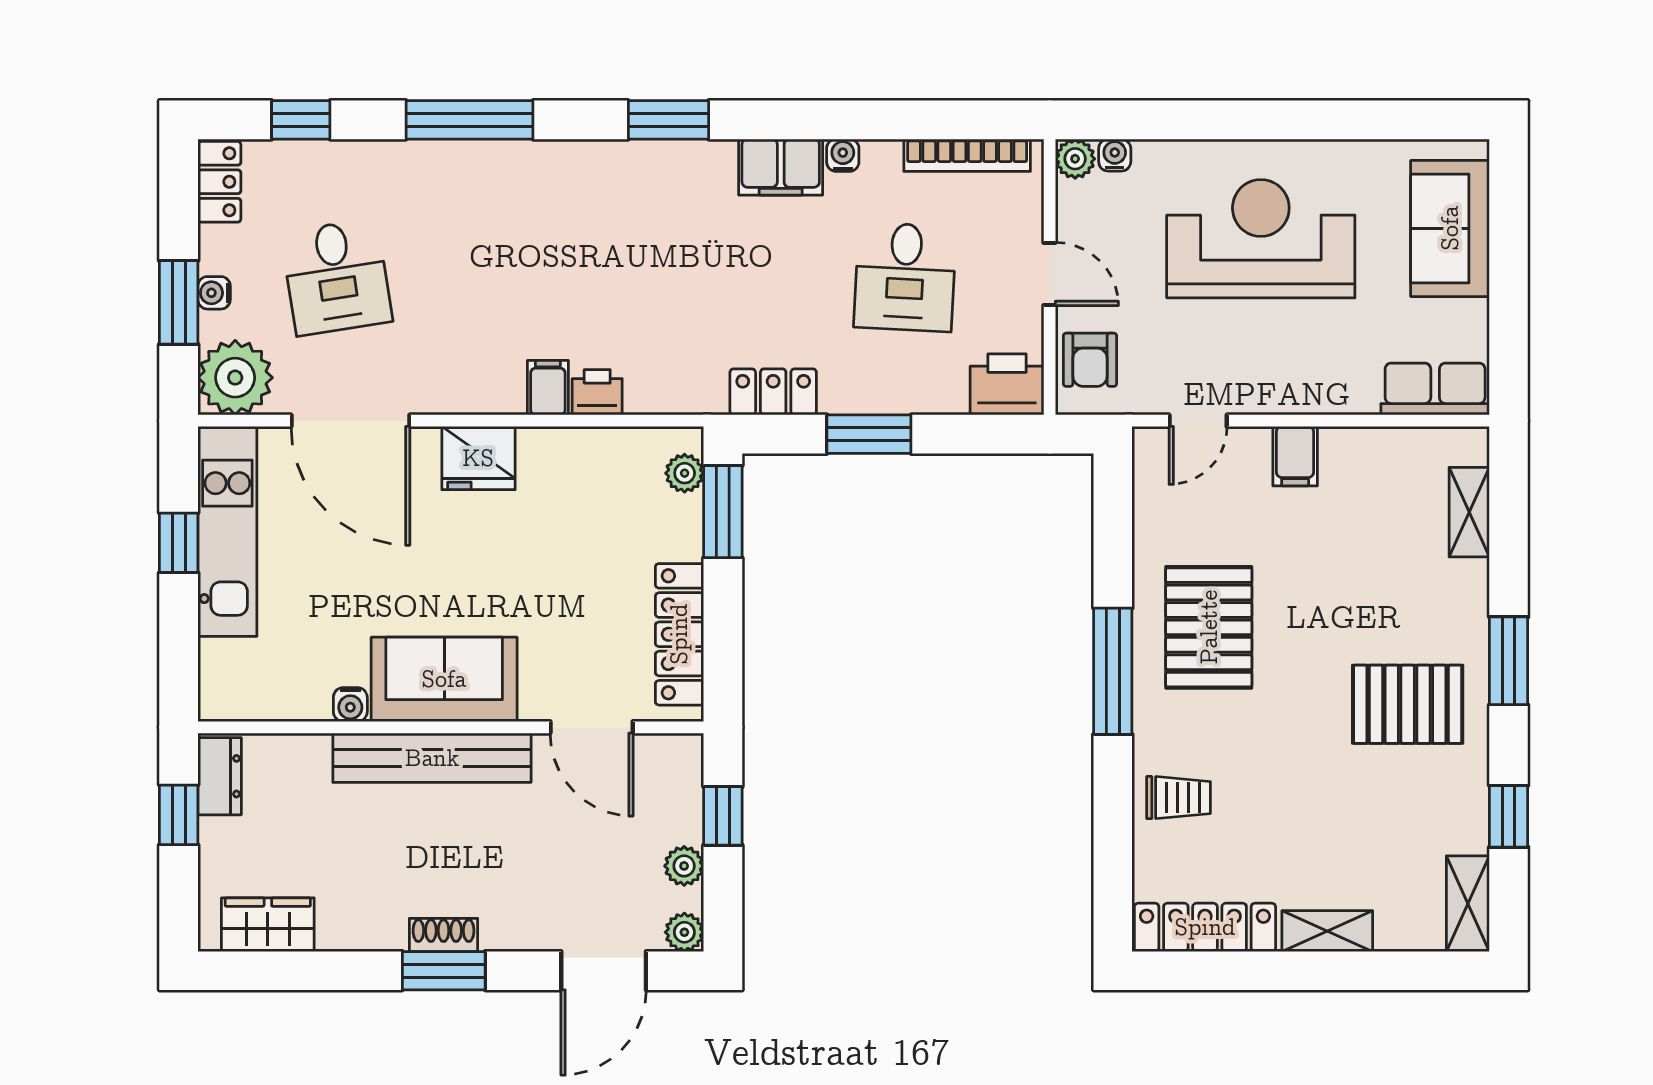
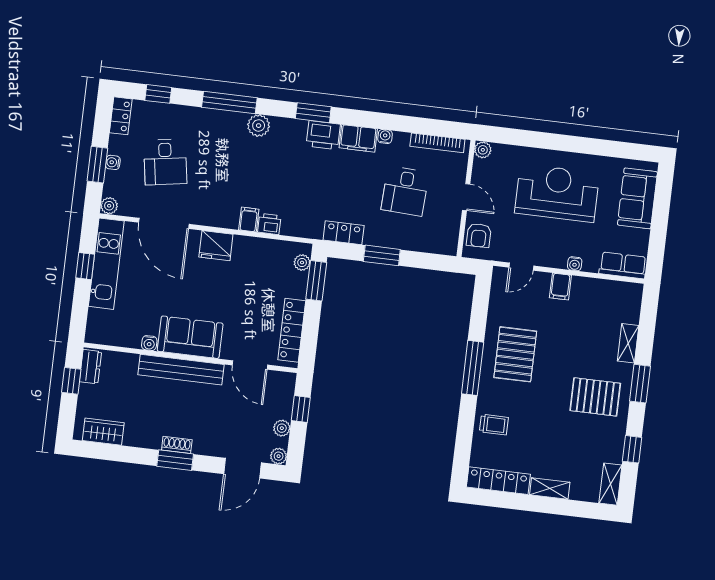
water cooler: (1115, 155) -> (575, 264), moved, turned 180
plant: (544, 165) -> (259, 126), added
plant: (235, 378) -> (109, 206), width x0.53, depth x0.53
printer: (1007, 384) -> (323, 135), moved, turned 180
shelving: (1469, 512) -> (628, 343), moved

